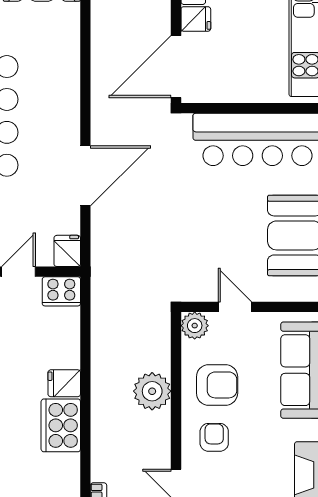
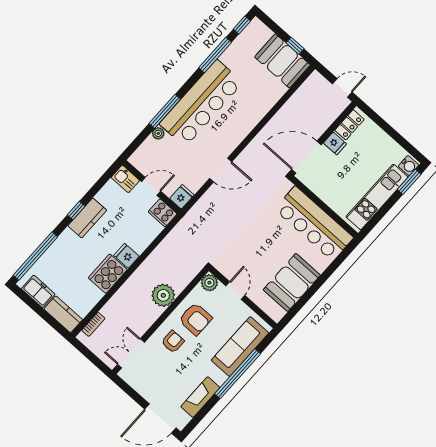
door: (85, 176) -> (221, 170), width x0.73

